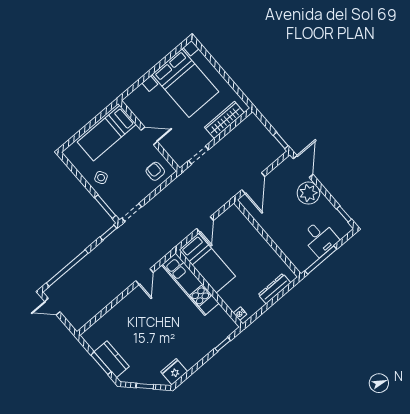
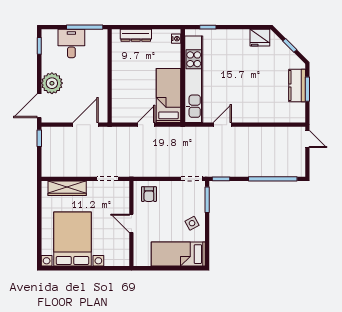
bed: (107, 133) -> (178, 254), moved, turned 180
kitchen unit: (190, 284) -> (194, 79), width x1.36
door: (52, 307) -> (307, 139), moved

